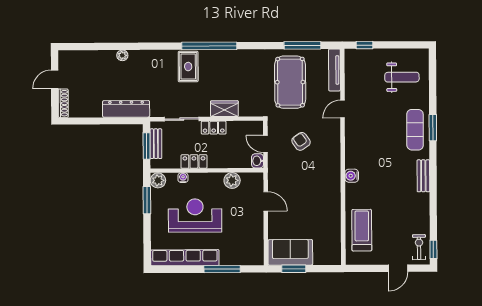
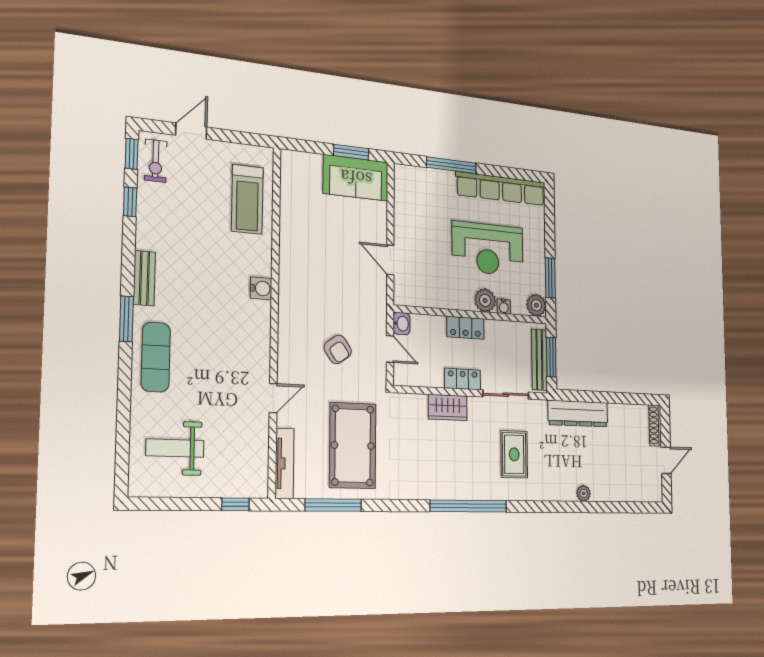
rug: (188, 67) -> (514, 454), moved
window: (433, 128) -> (126, 319), moved
bench: (156, 144) -> (539, 360), width x1.36
locker: (194, 161) -> (465, 328), moved
plant: (232, 180) -> (485, 300), moved
window: (433, 220) -> (130, 202), added

